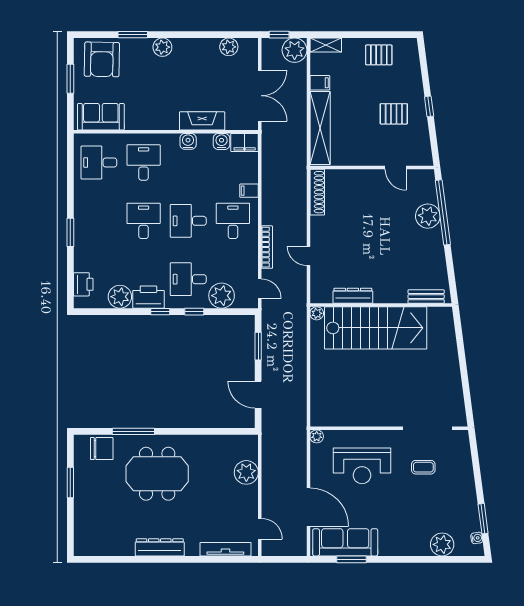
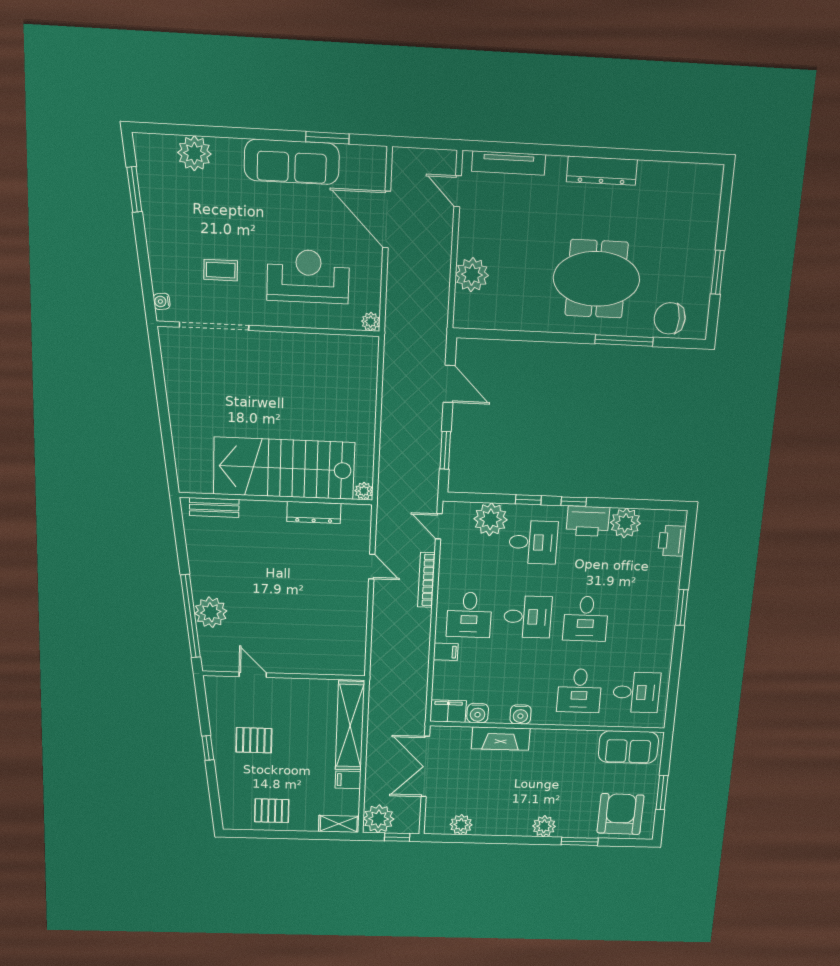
shoe rack: (317, 192) -> (357, 647), removed
water cooler: (477, 538) -> (162, 301), moved
sofa: (345, 542) -> (292, 162), moved

